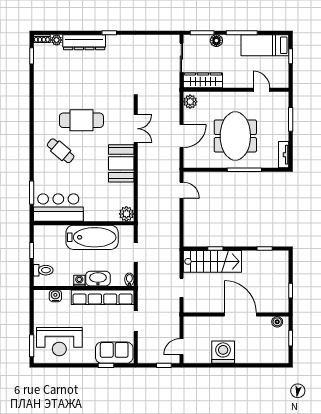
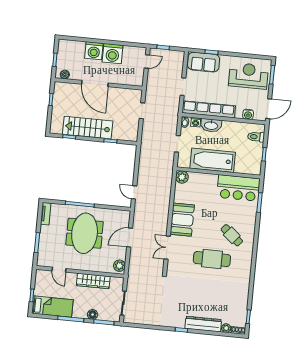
wardrobe: (203, 80) -> (93, 281), moved
stairs: (212, 261) -> (88, 128), moved
washing machine: (79, 281) -> (196, 122), moved
door: (32, 305) -> (269, 109), added
washing machine: (245, 353) -> (94, 51), added

